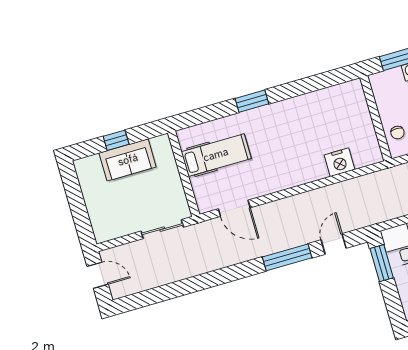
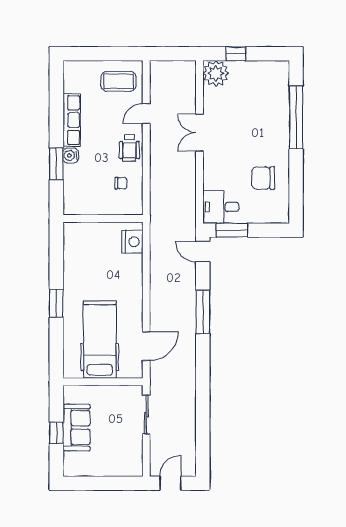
wall: (376, 118) -> (103, 219), moved
hospital bed: (216, 155) -> (100, 340), width x1.37, depth x1.29
door: (334, 244) -> (203, 252), moved

